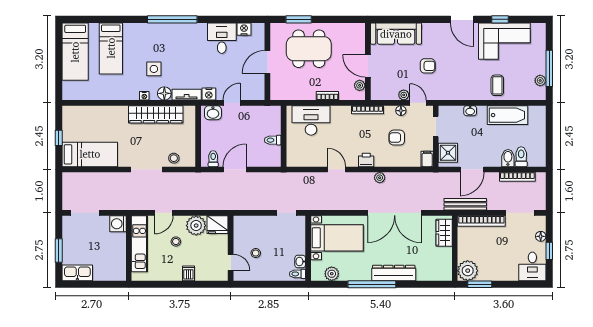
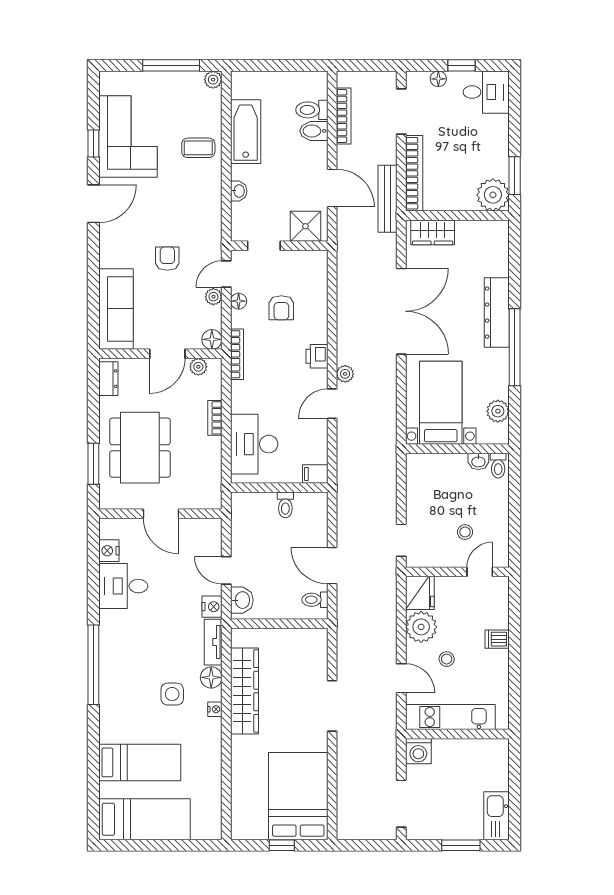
dresser: (352, 29) -> (108, 379), added
plant: (540, 80) -> (213, 80), moved
floor lamp: (377, 94) -> (212, 339), added
bed: (90, 154) -> (298, 796), width x1.50
stool: (174, 158) -> (314, 662), removed
filing cabinet: (427, 159) -> (315, 474), moved
plant: (380, 178) -> (345, 374), moved
doorway: (286, 213) -> (401, 540), moved

